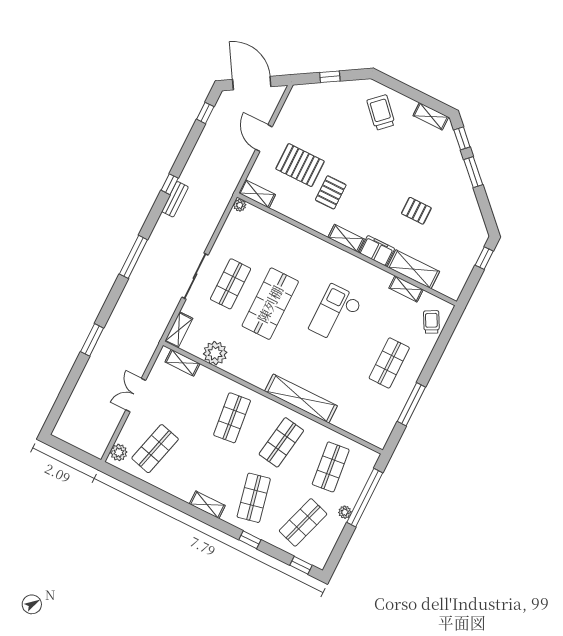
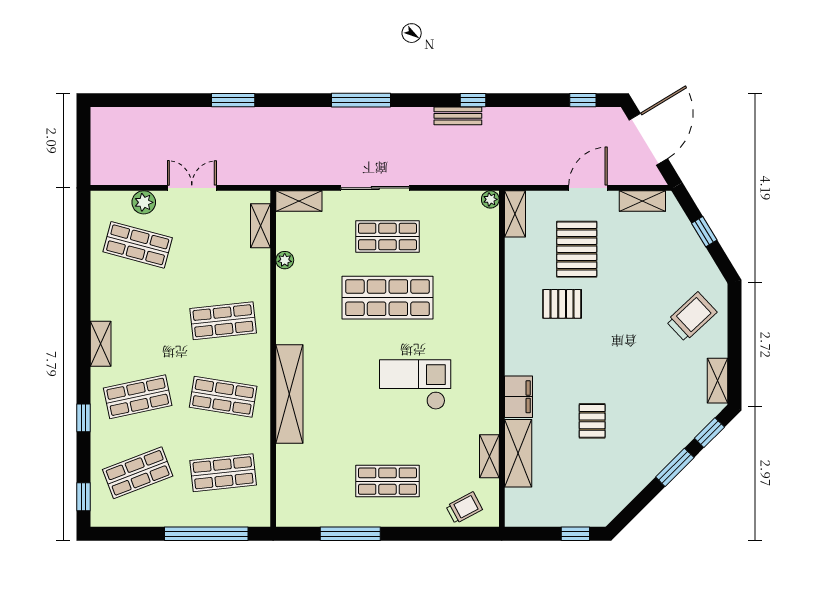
shelving: (346, 238) -> (642, 201), moved, turned 90
plant: (215, 353) -> (285, 260), width x0.53, depth x0.53
plant: (119, 452) -> (144, 202), moved
plant: (345, 512) -> (176, 518), removed
shop shelf: (303, 522) -> (138, 473), turned -39

